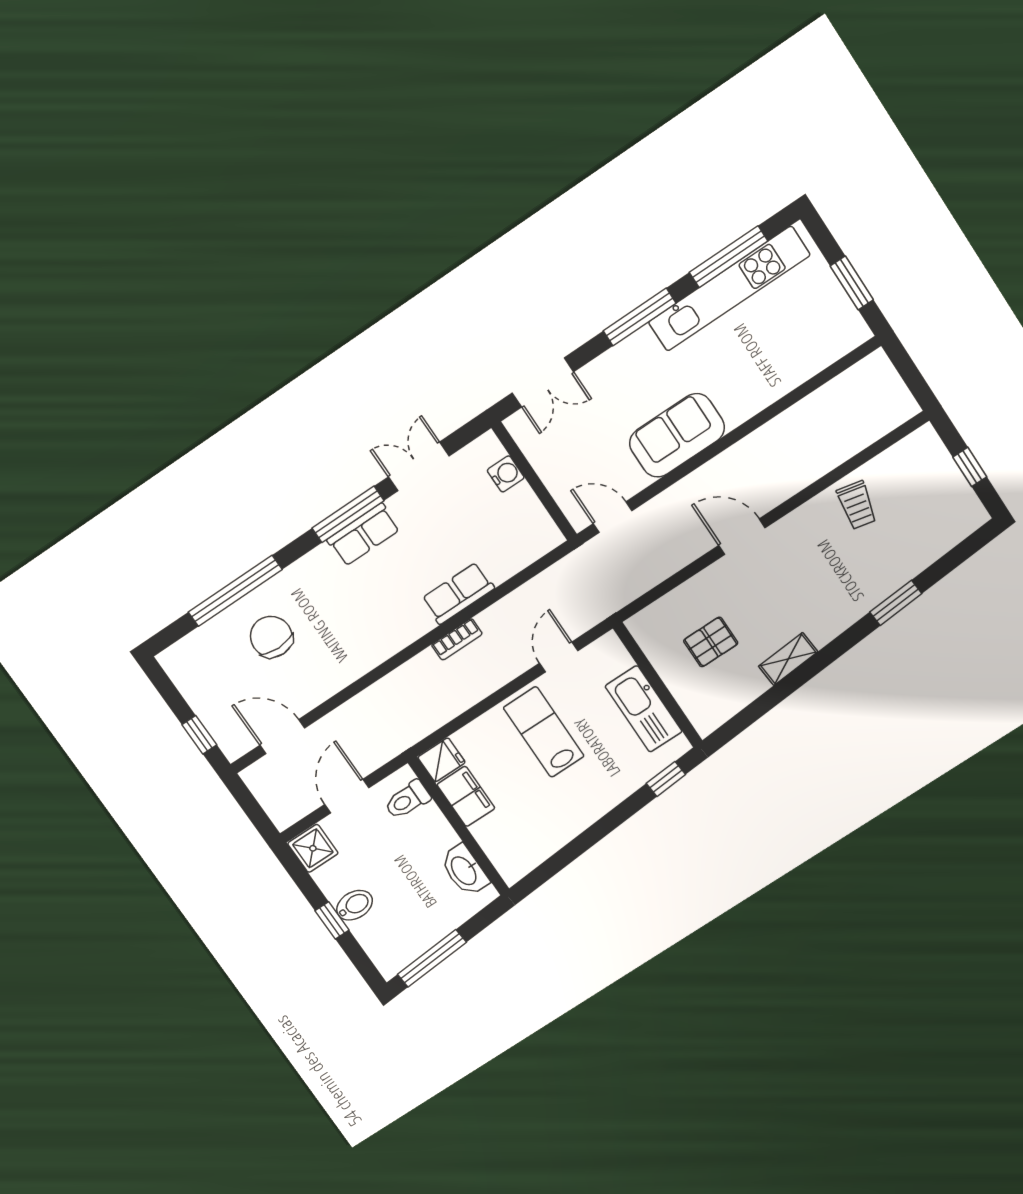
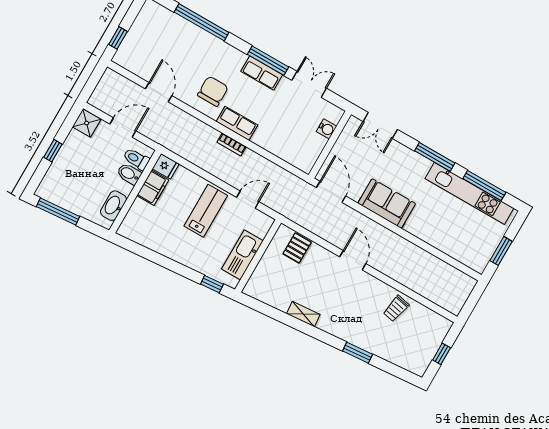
door: (612, 517) -> (331, 192), width x1.38
row of seats: (458, 593) -> (237, 123), moved
chair: (271, 637) -> (213, 91), moved
pallet: (711, 642) -> (297, 248), moved, turned 90
door: (282, 737) -> (159, 92), moved
bidet: (355, 905) -> (129, 174), moved, turned 180

